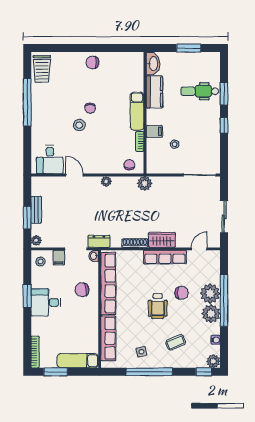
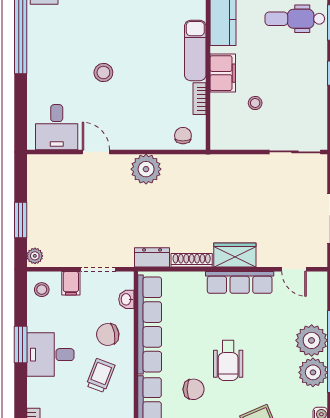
chair: (90, 108) -> (121, 46), removed
filing cabinet: (154, 131) -> (223, 73), width x2.00
plant: (106, 181) -> (146, 169), width x1.87, depth x1.87
plant: (145, 183) -> (207, 165), removed
bench: (36, 210) -> (35, 207), removed
dresser: (99, 241) -> (152, 257), moved
door: (199, 249) -> (294, 269), swing flipped
washbasin: (94, 256) -> (126, 299), moved
chair: (182, 293) -> (194, 389), moved
trolley: (77, 316) -> (101, 375), added

